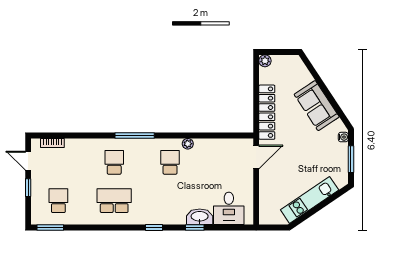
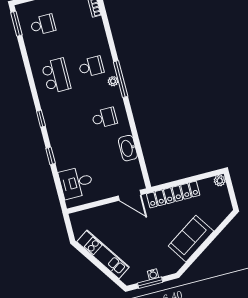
water cooler: (343, 137) -> (153, 274), moved
plant: (188, 144) -> (113, 81), moved
washbasin: (200, 217) -> (128, 148), moved, turned 180

